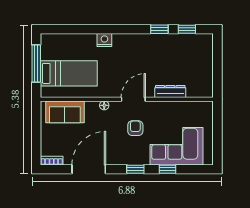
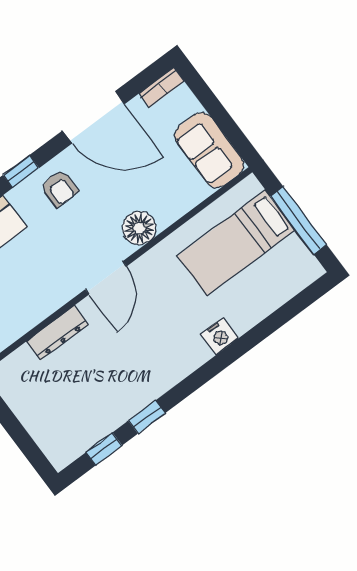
floor lamp: (104, 105) -> (139, 228), width x1.89, depth x1.89
sofa: (65, 112) -> (209, 150), moved, turned -90
armchair: (135, 128) -> (59, 188), moved
door: (89, 169) -> (94, 117), hinge flipped

